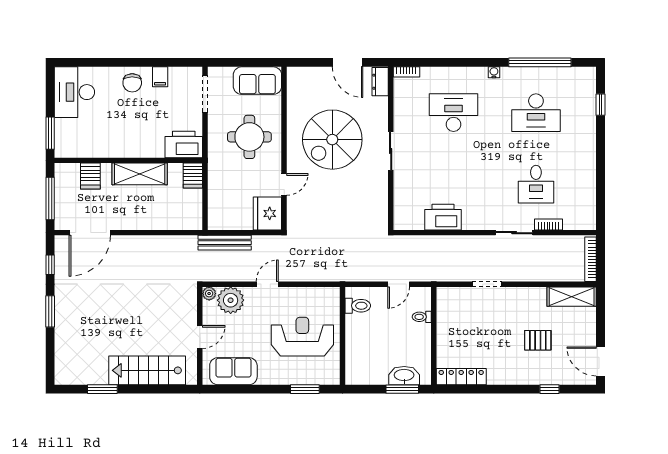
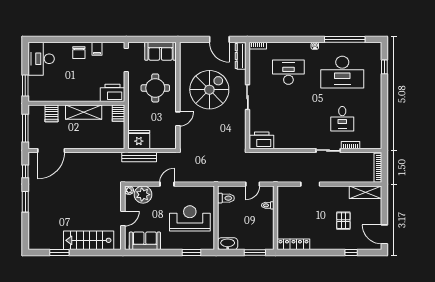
dresser: (380, 82) -> (241, 56), width x1.44
desk: (536, 113) -> (342, 72), width x1.36, depth x1.30
spiral stairs: (332, 140) -> (209, 90), turned 180
fridge: (267, 213) -> (139, 140), moved, turned 90
printer: (443, 217) -> (262, 140), moved
pallet: (538, 340) -> (343, 221), turned 90
washbasin: (404, 376) -> (228, 244), moved

